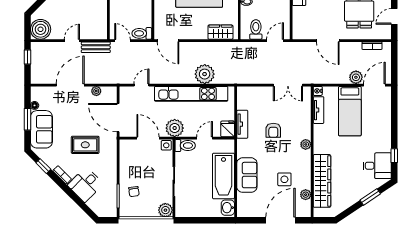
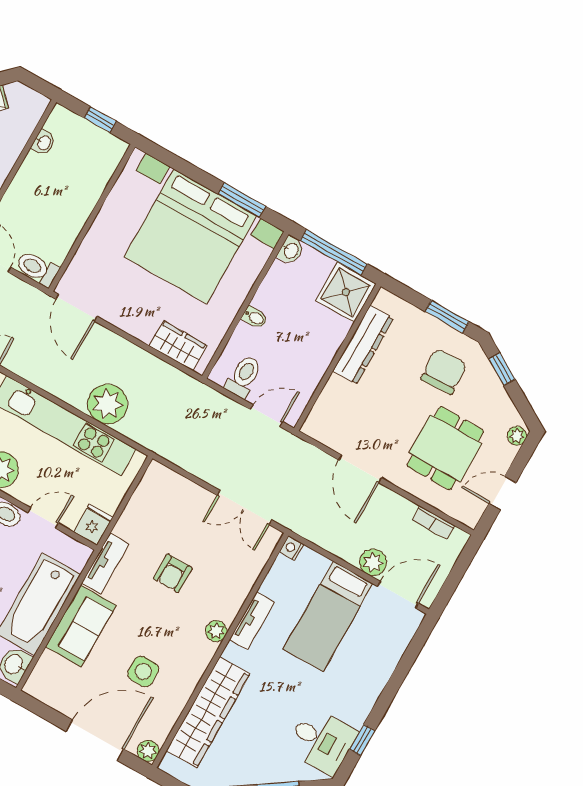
tv unit: (319, 110) -> (252, 621), moved
tv unit: (242, 124) -> (105, 563), moved
plant: (306, 195) -> (148, 751), moved

